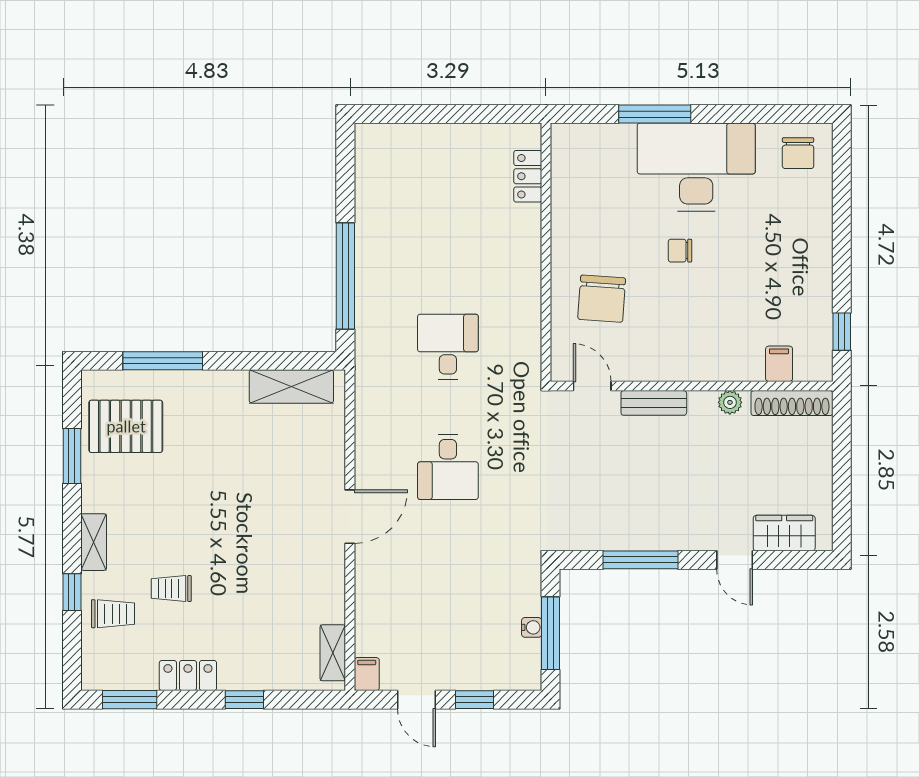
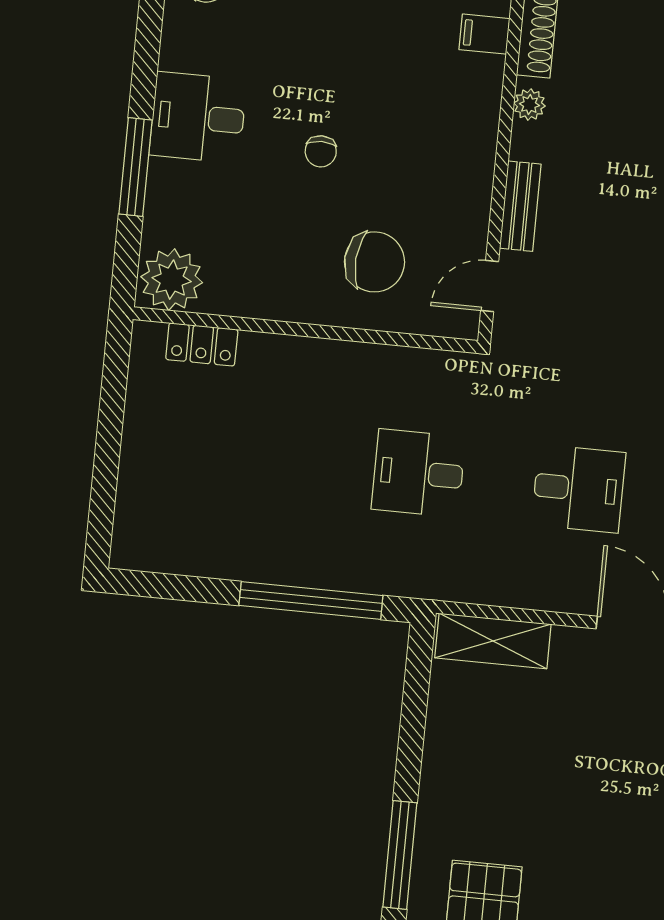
plant: (574, 149) -> (172, 280), added
desk: (696, 167) -> (198, 117), width x0.53, depth x0.77
shelving: (291, 386) -> (493, 641), moved, turned 90

